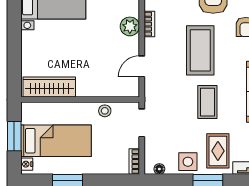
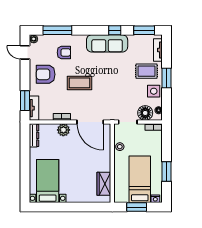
coffee table: (200, 50) -> (79, 83), width x0.73, depth x0.76
door: (142, 66) -> (90, 122), width x1.88
wardrobe: (49, 87) -> (104, 184), width x0.67
coffee table: (207, 102) -> (114, 78), removed
floor lamp: (155, 149) -> (145, 113), added

